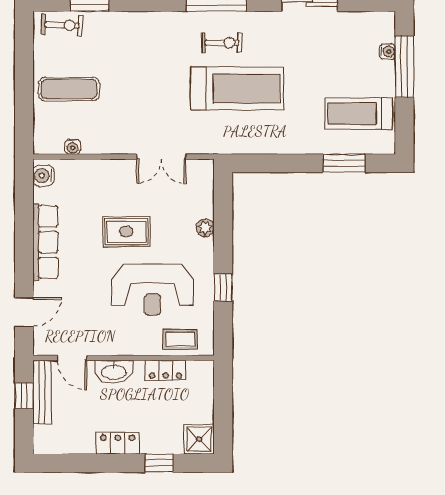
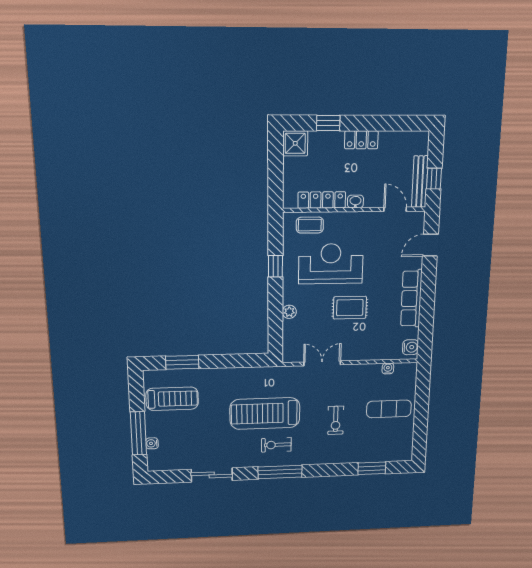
exercise bike: (62, 25) -> (336, 420), moved, turned -93
locker: (165, 370) -> (322, 200), width x1.53
washbasin: (114, 372) -> (355, 201), width x0.52, depth x0.69

